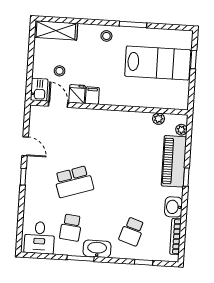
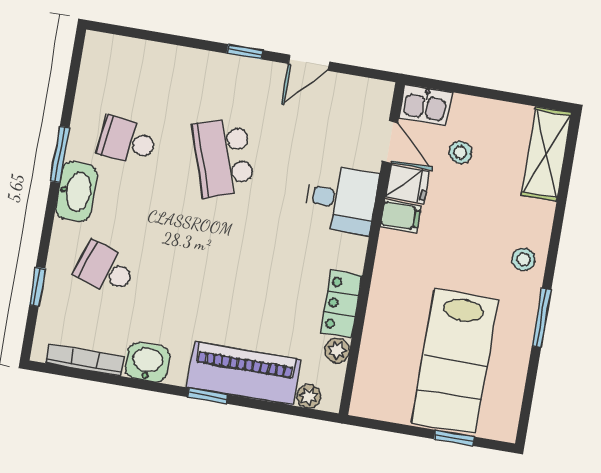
door: (58, 104) -> (390, 142), hinge flipped
locker: (136, 119) -> (341, 304), added
desk: (39, 238) -> (341, 199), moved, turned 180

